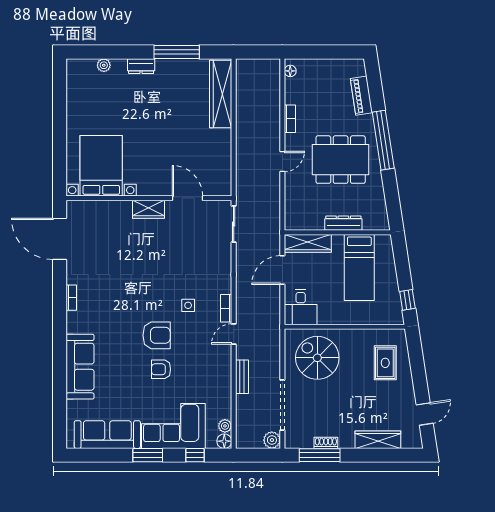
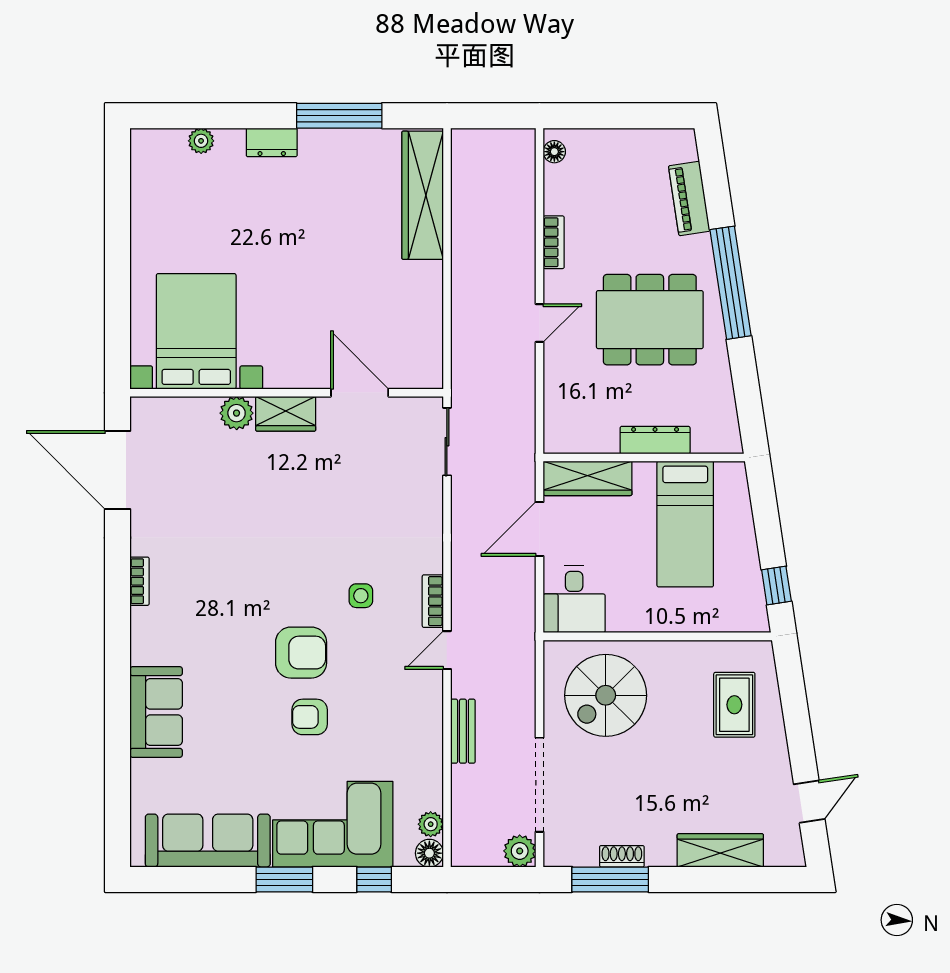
plant: (122, 209) -> (237, 413), added
spiral stairs: (317, 358) -> (606, 695), turned -90
sofa: (80, 367) -> (156, 712), width x0.73

